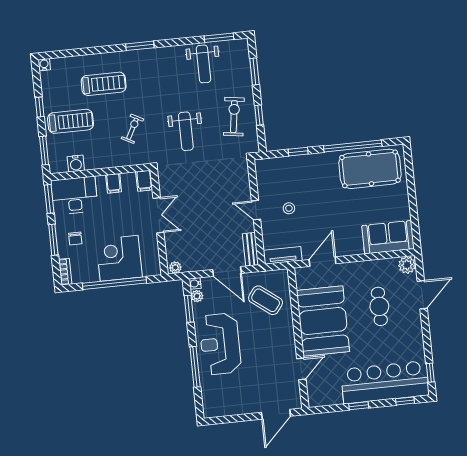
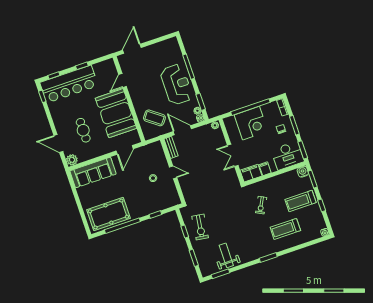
weight bench: (186, 131) -> (228, 211), removed
water cooler: (76, 164) -> (303, 172), moved
filing cabinet: (144, 181) -> (251, 173), width x2.00
sofa: (388, 237) -> (93, 172), width x1.36
tv unit: (283, 255) -> (150, 148), removed
door: (422, 295) -> (58, 143), hinge flipped

